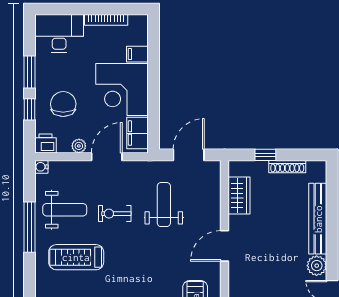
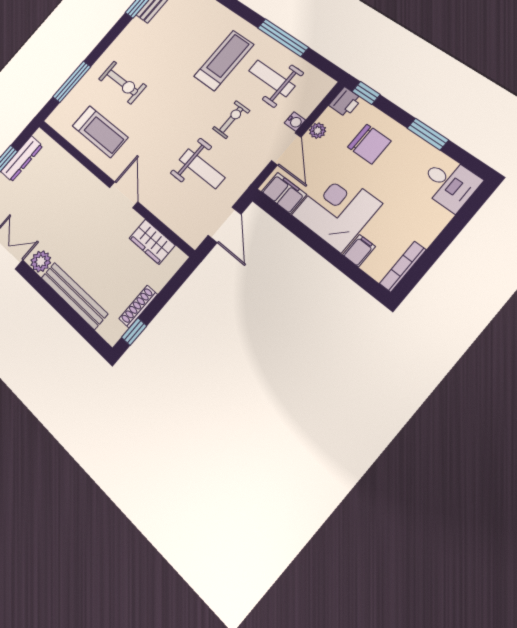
bookcase: (106, 20) -> (403, 267), moved
desk: (59, 33) -> (449, 183), width x0.73
window: (30, 109) -> (366, 93), moved
window: (265, 155) -> (134, 332), moved
water cooler: (41, 167) -> (295, 122), moved, turned 90
weight bench: (65, 210) -> (272, 78), turned 90

